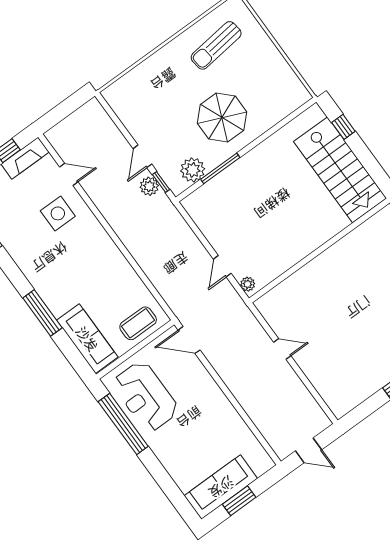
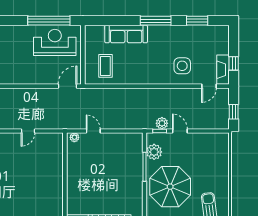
window: (69, 106) -> (234, 112), added
parasol: (222, 118) -> (170, 187), width x1.36, depth x1.36
door: (69, 174) -> (209, 86), moved
window: (42, 313) -> (156, 21), moved
coffee table: (138, 323) -> (105, 66), moved
sofa: (87, 339) -> (126, 34), moved

